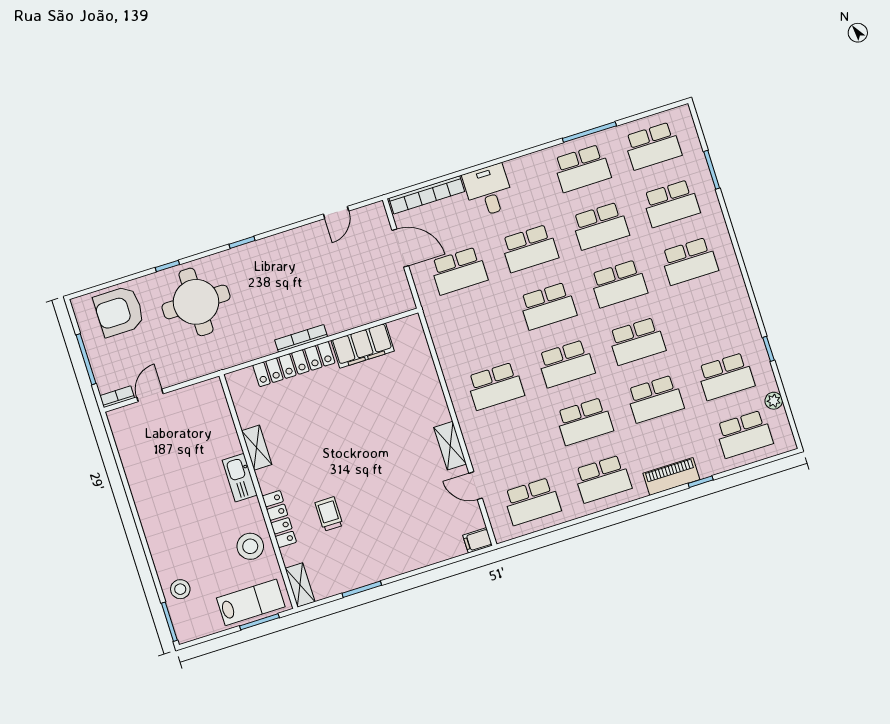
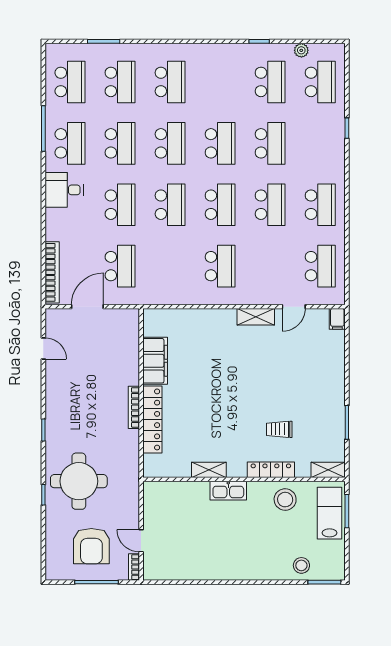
desk: (488, 190) -> (64, 190), moved
armchair: (119, 311) -> (91, 546), moved
piano: (671, 476) -> (335, 150), removed

